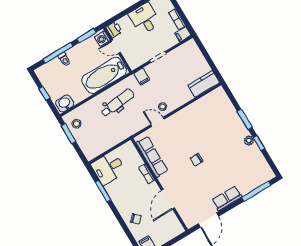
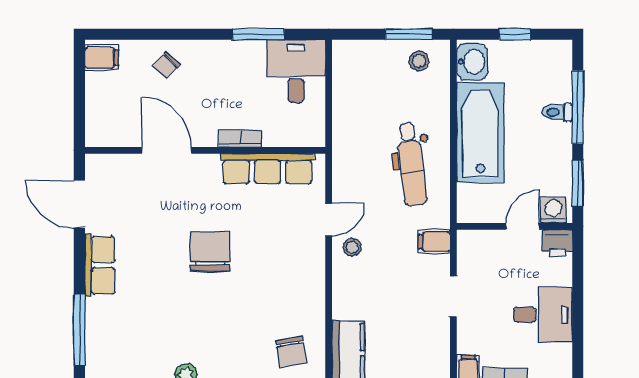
bathtub: (104, 75) -> (480, 132), moved
chair: (216, 106) -> (291, 352), added
chair: (197, 160) -> (210, 251), width x1.87, depth x1.87

